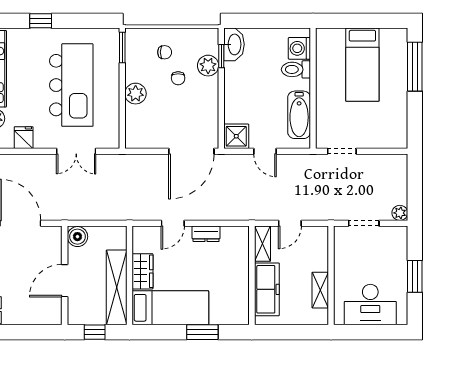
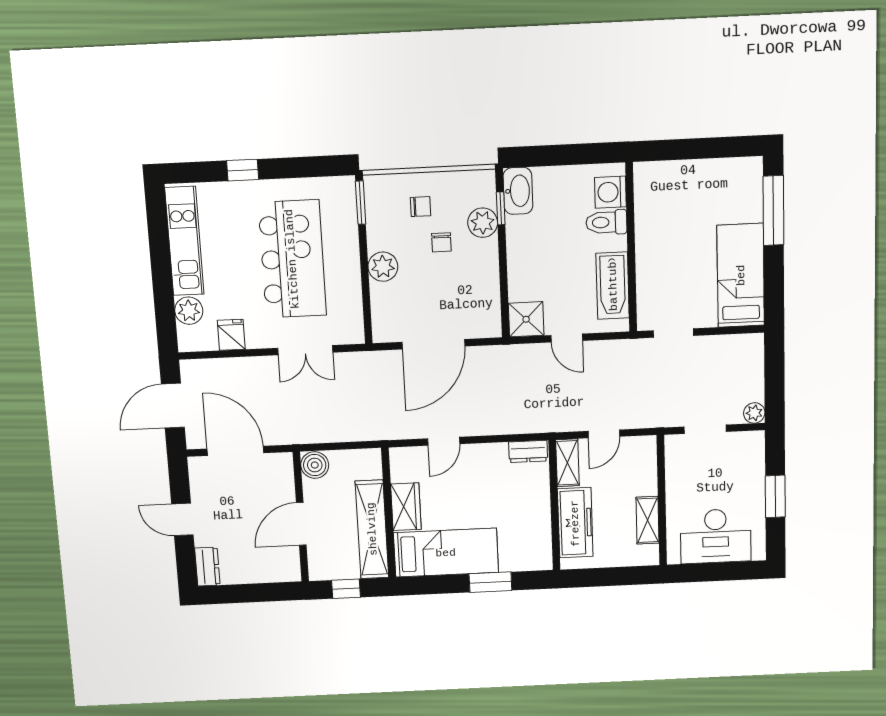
bed: (362, 65) -> (741, 275), moved, turned 180
door: (191, 151) -> (433, 344), moved
dresser: (206, 234) -> (528, 451), moved

